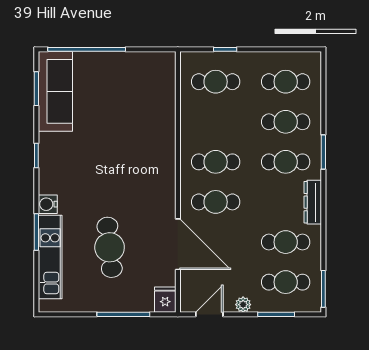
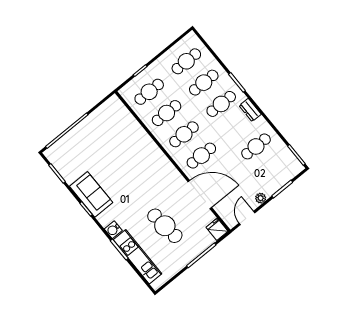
sofa: (55, 91) -> (91, 194), moved, width x0.73
dresser: (313, 202) -> (250, 110), width x0.70
cafe table: (286, 282) -> (167, 113), moved

